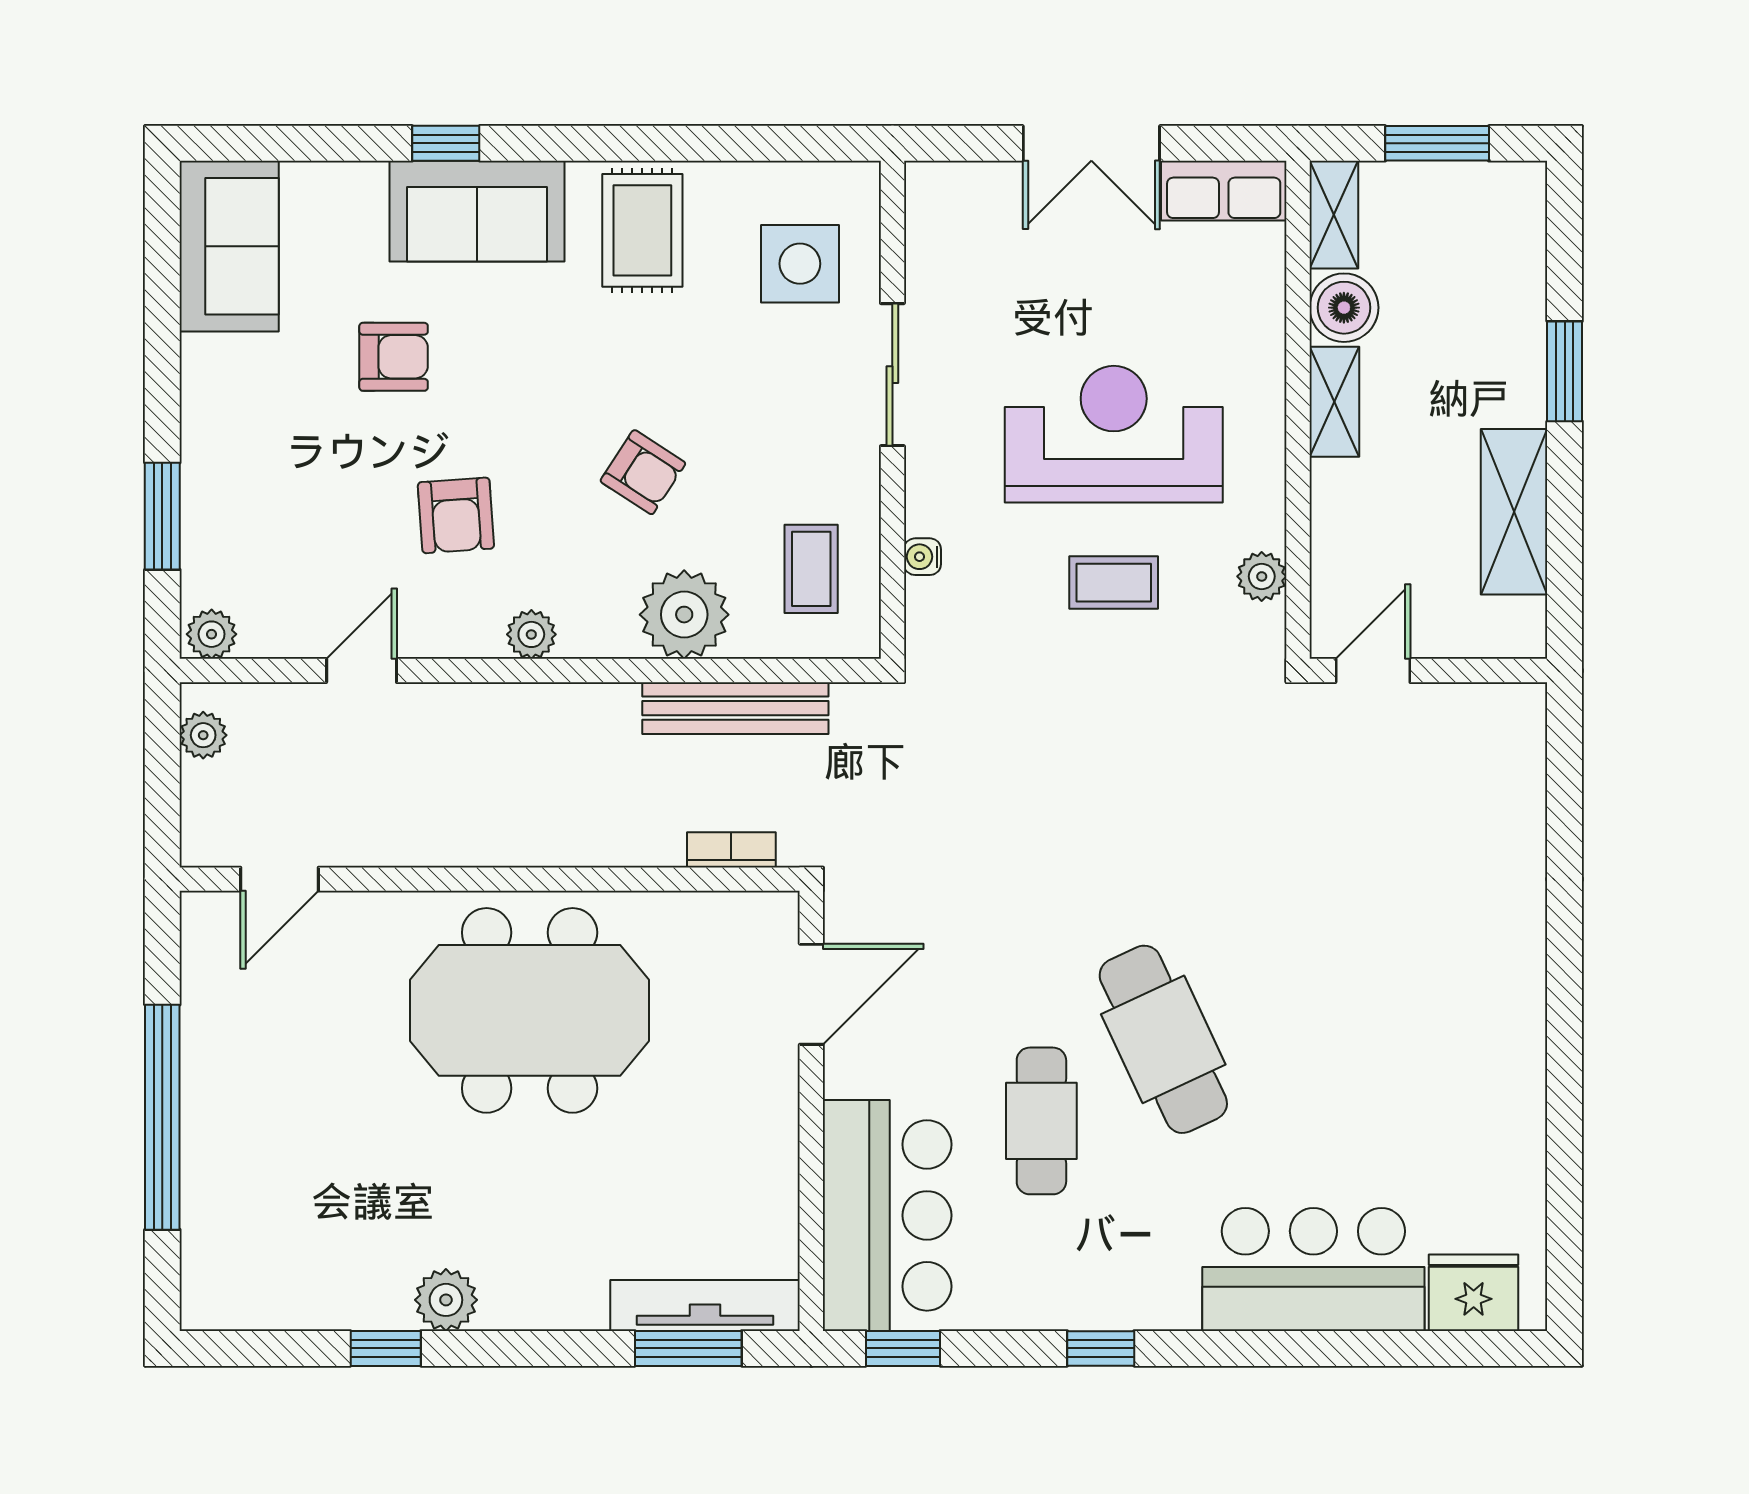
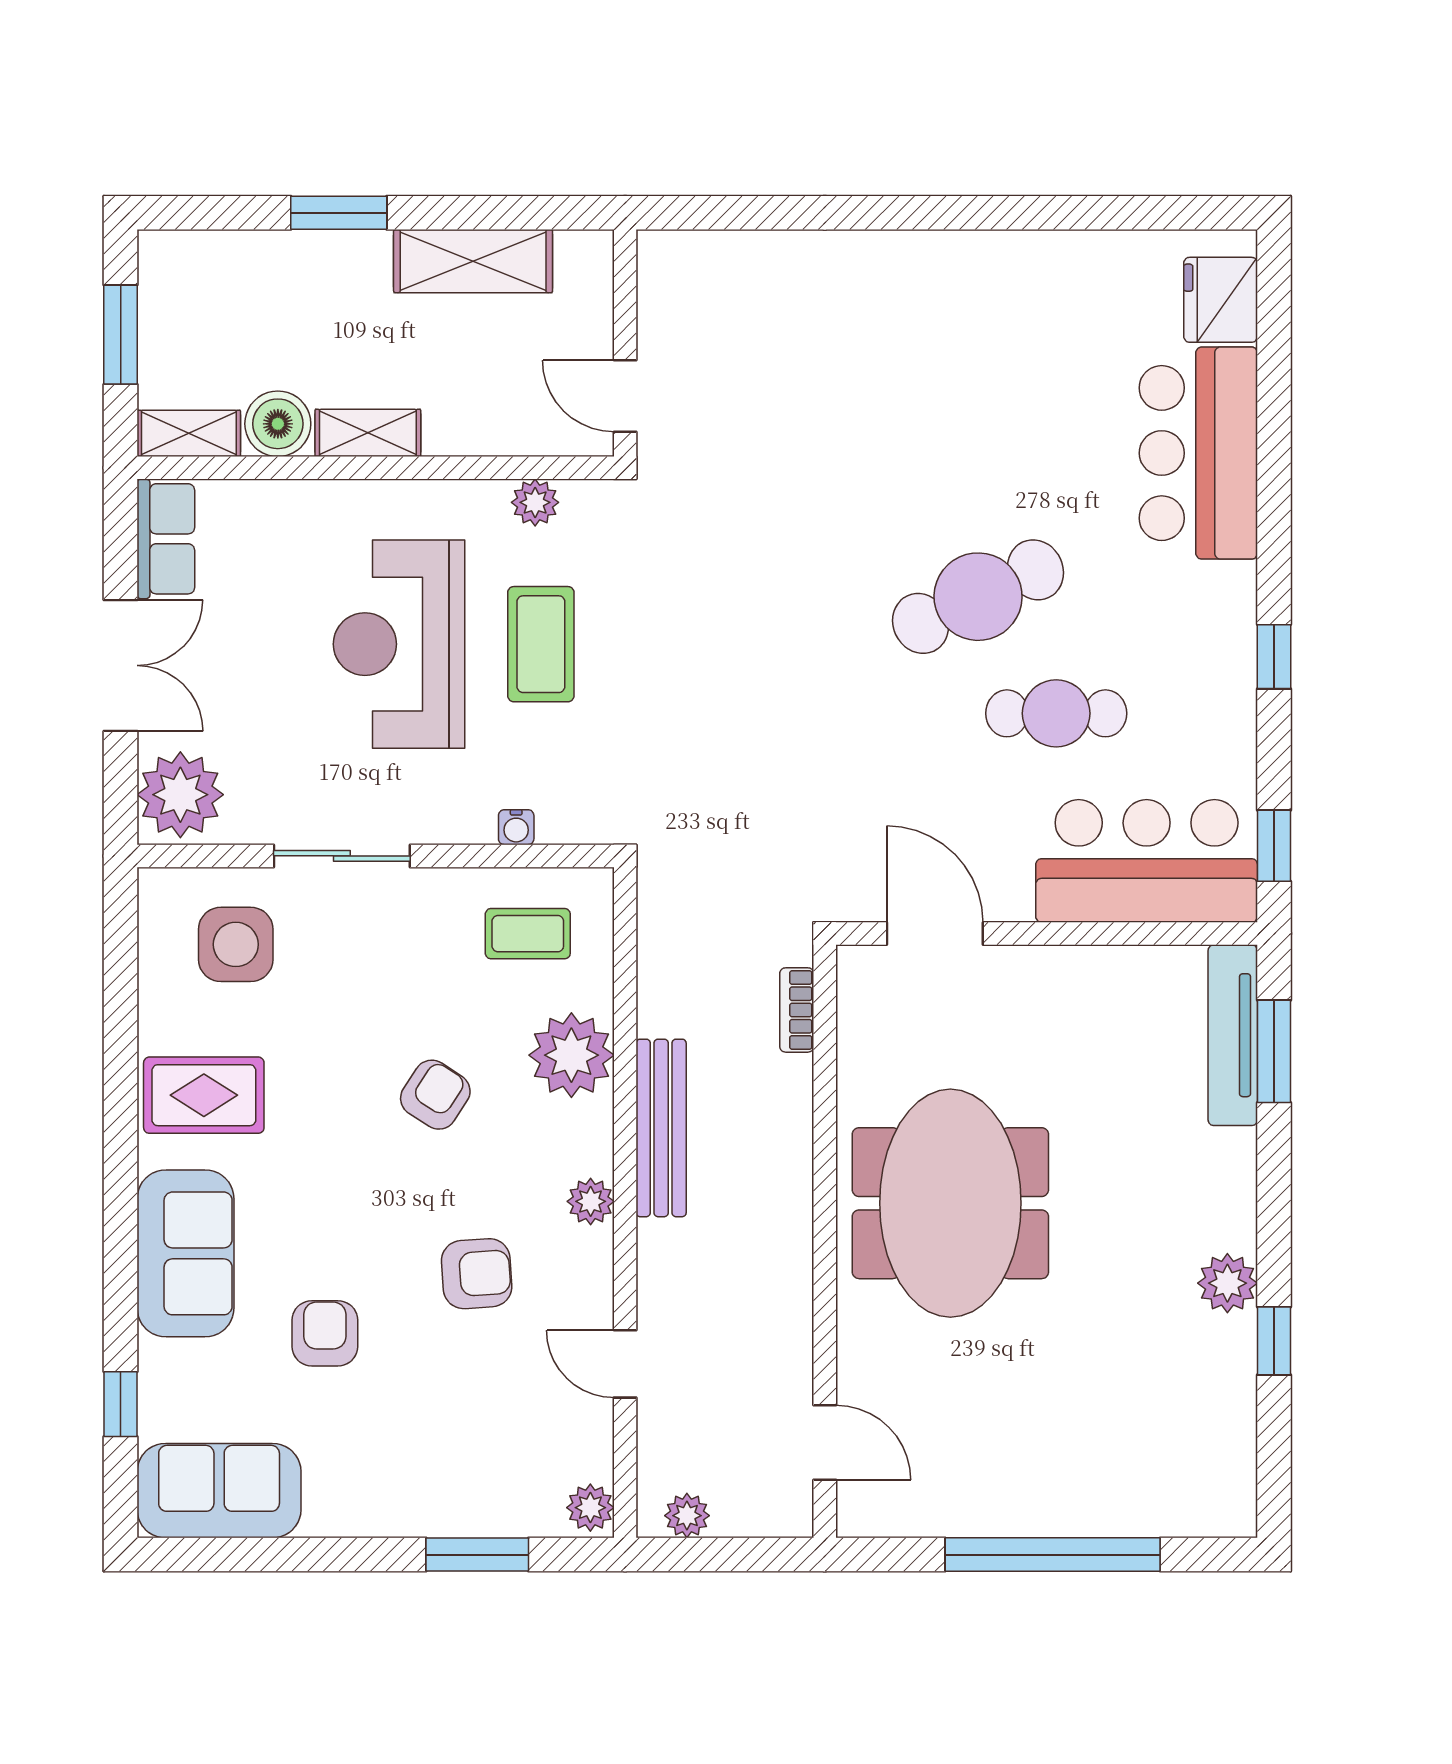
window: (446, 143) -> (121, 1404), moved
plant: (956, 206) -> (180, 795), added
coffee table: (1114, 583) -> (541, 644), width x1.36, depth x1.30
bench: (735, 708) -> (661, 1128), moved

